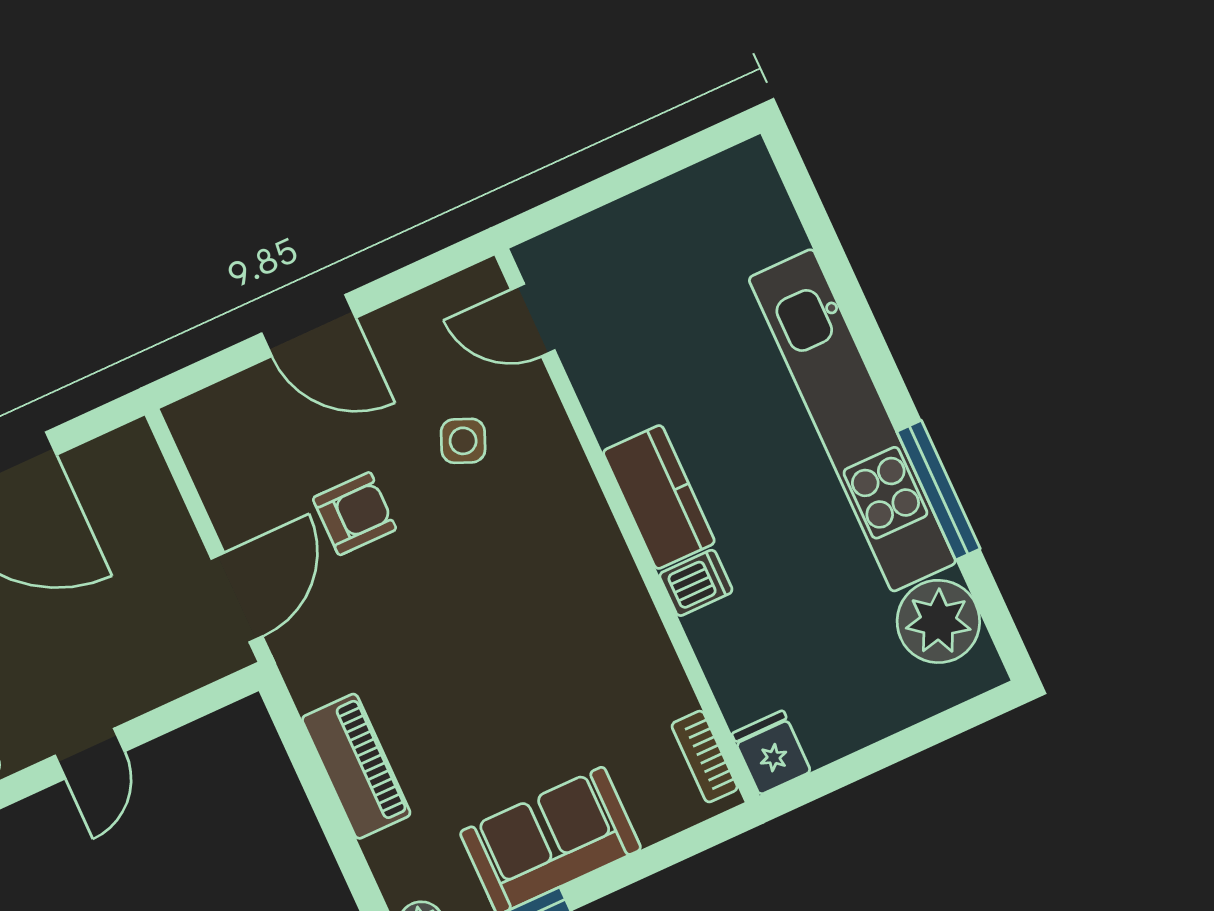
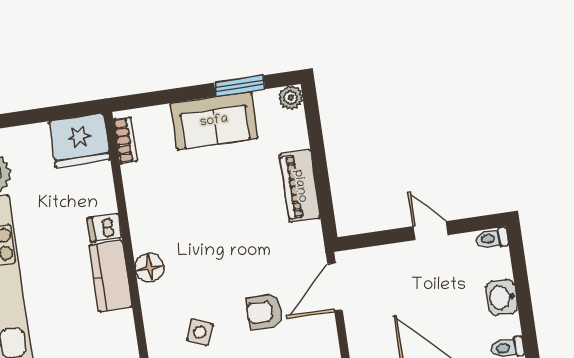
floor lamp: (591, 533) -> (149, 268), added
fridge: (771, 753) -> (80, 140), width x1.88, depth x1.34
door: (90, 754) -> (431, 231), hinge flipped

